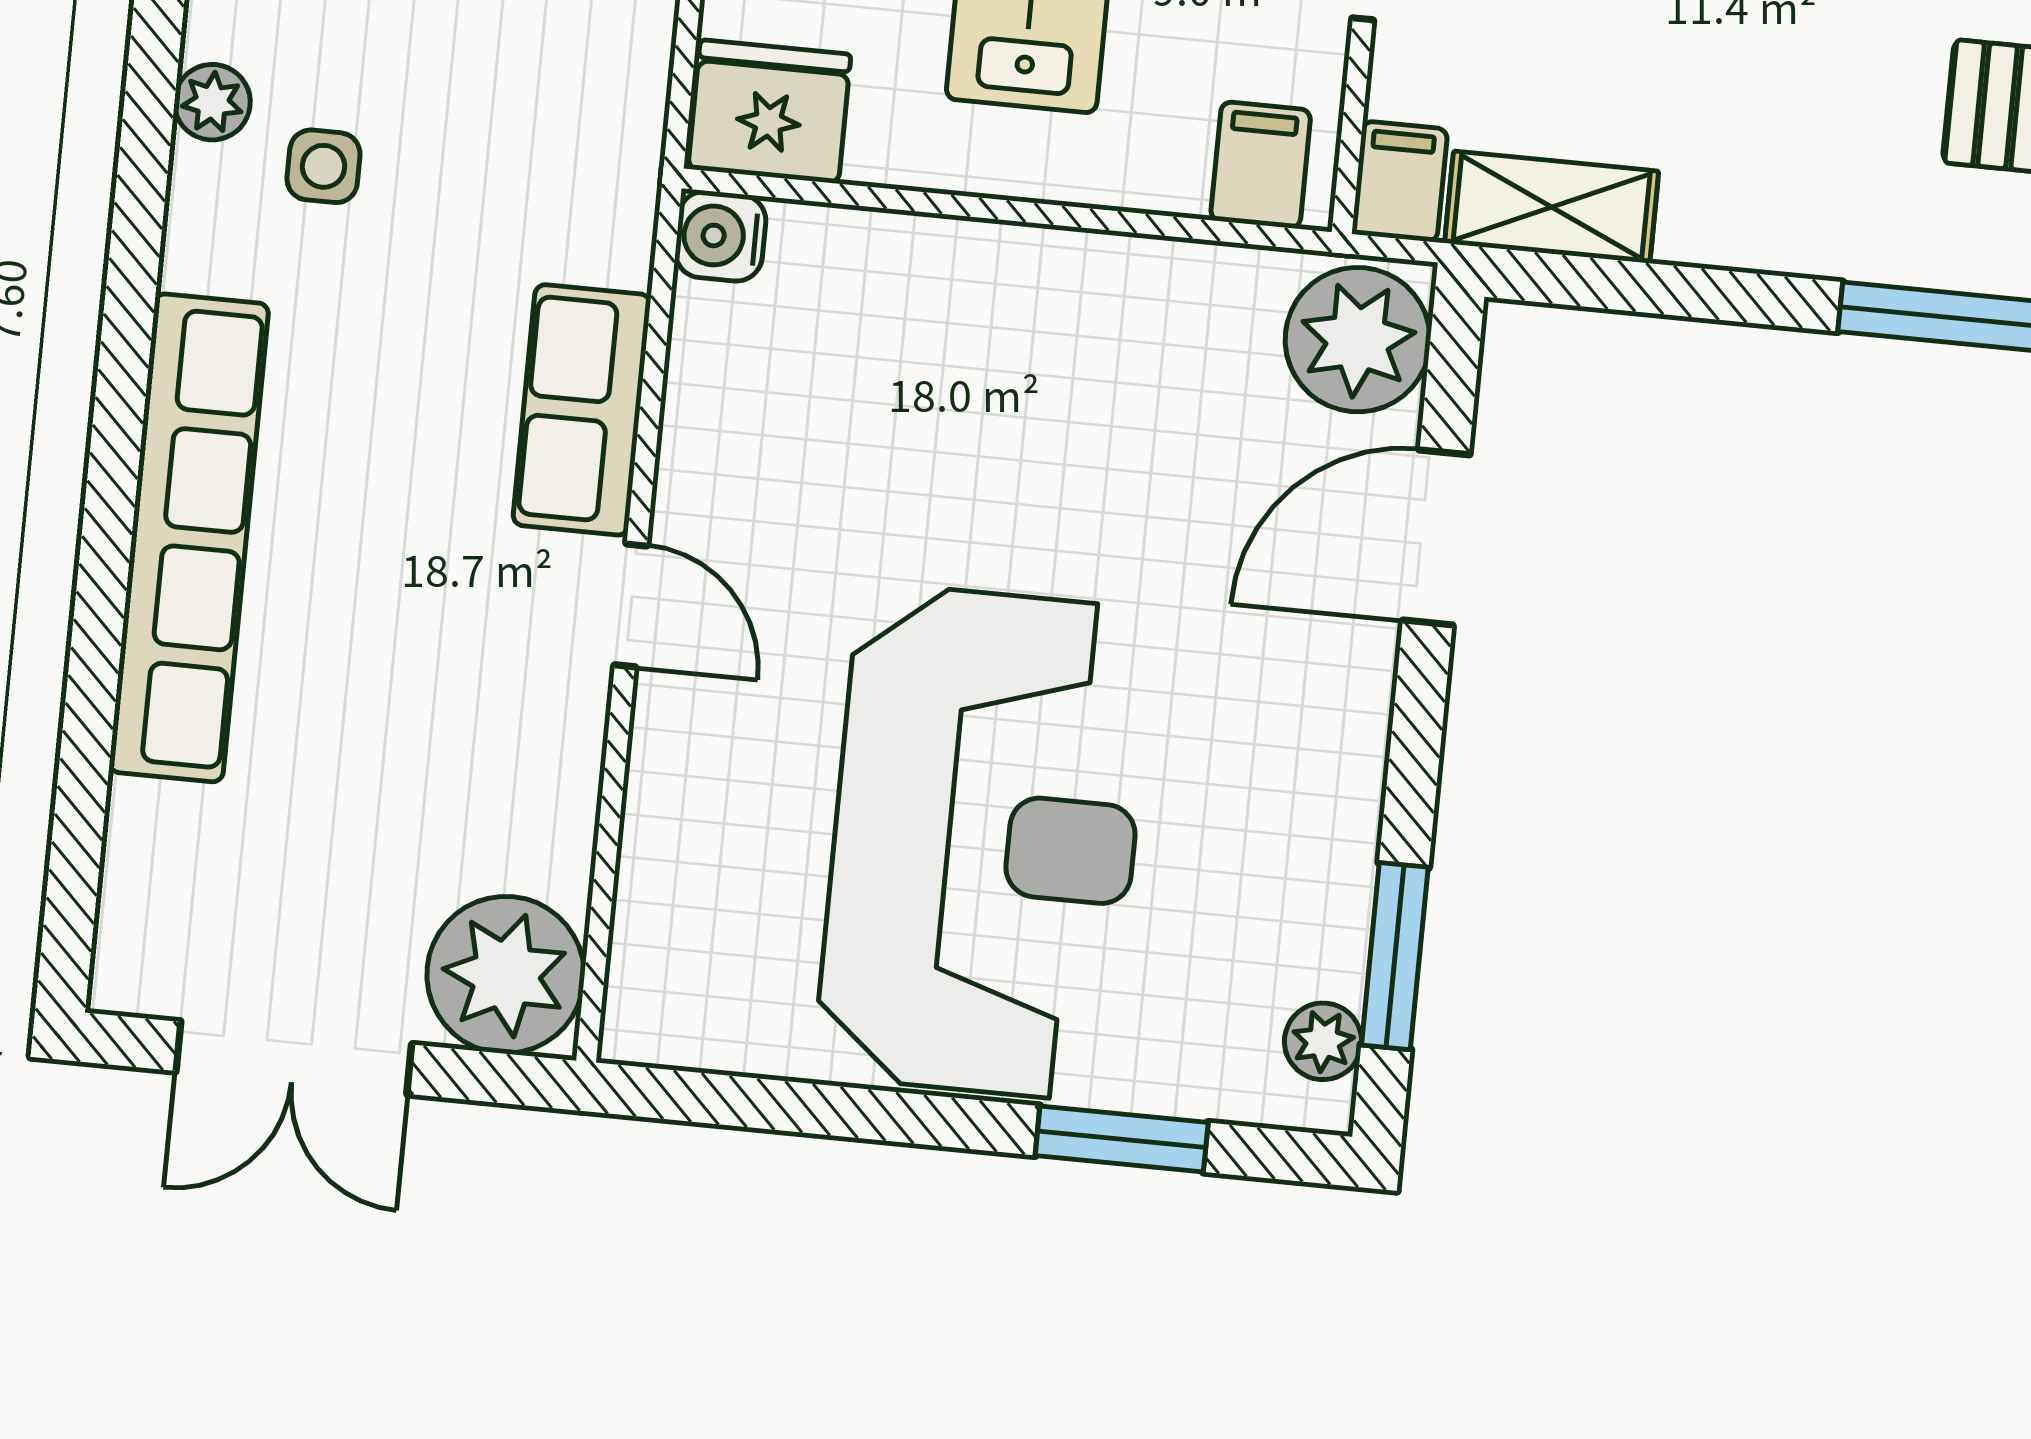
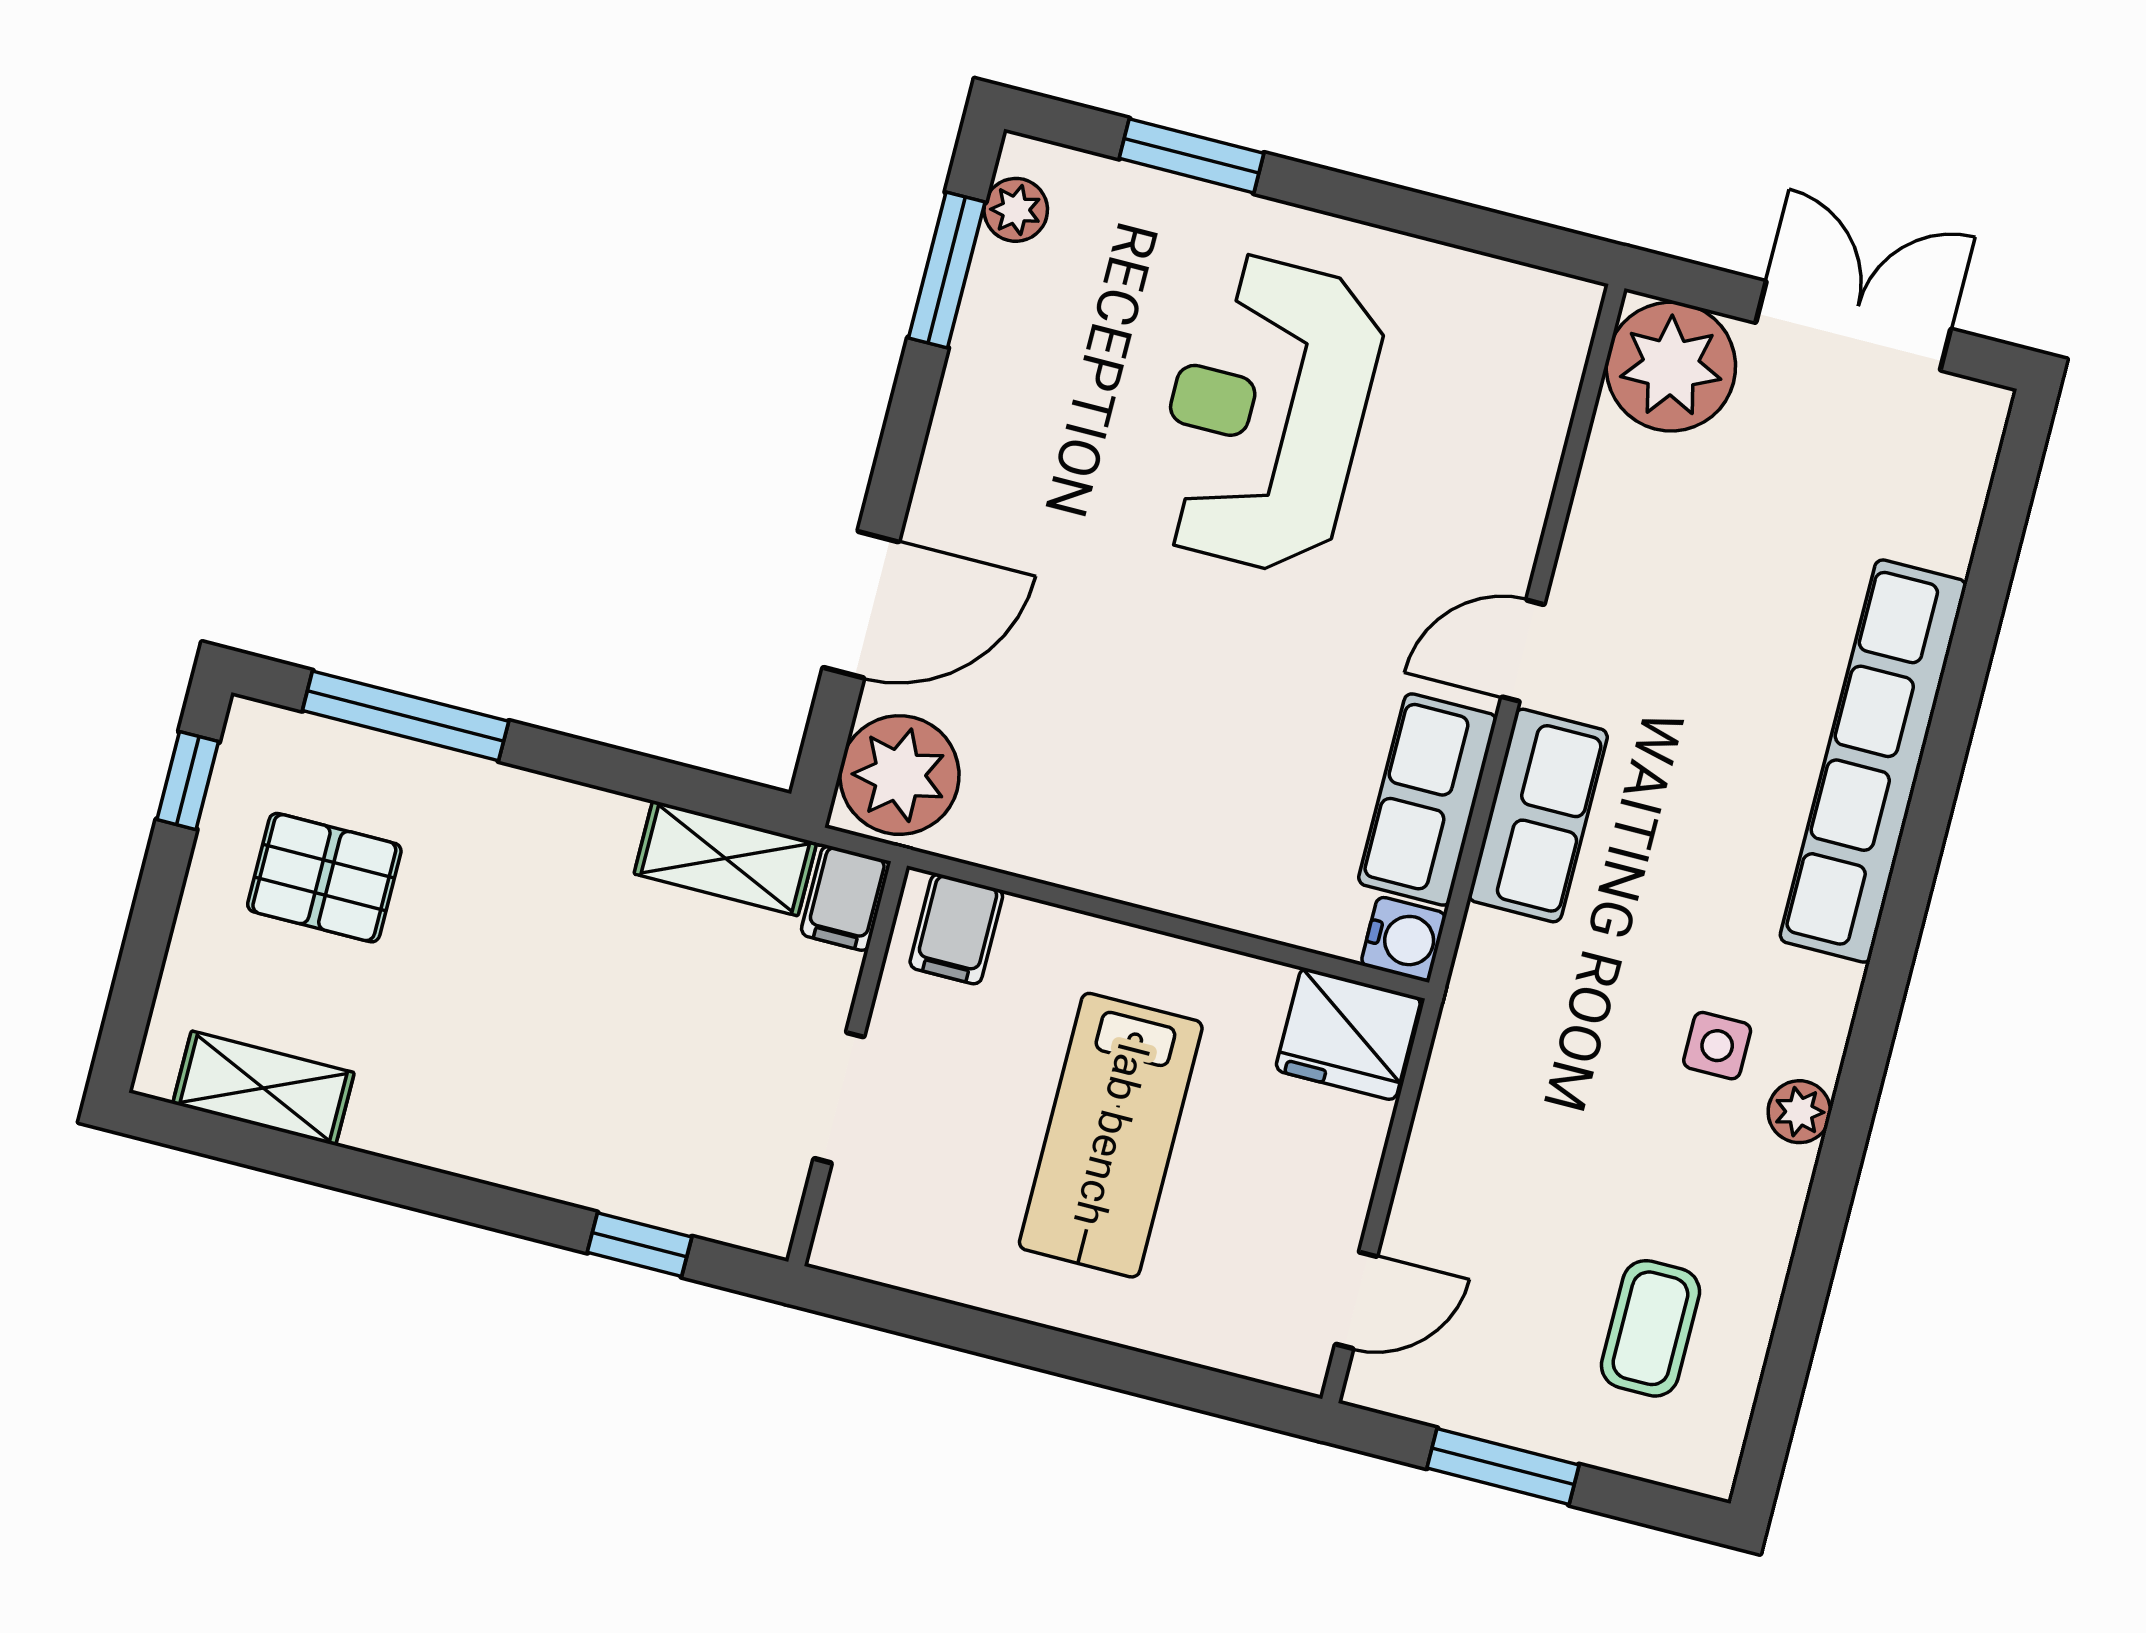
row of seats: (718, 409) -> (1427, 799), added
door: (631, 605) -> (1523, 651), hinge flipped
reception desk: (984, 842) -> (1266, 414), width x0.74, depth x0.77

